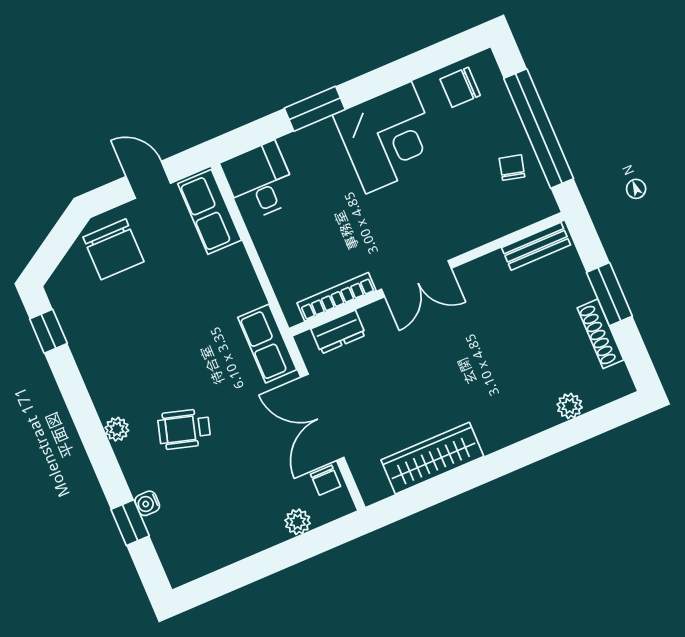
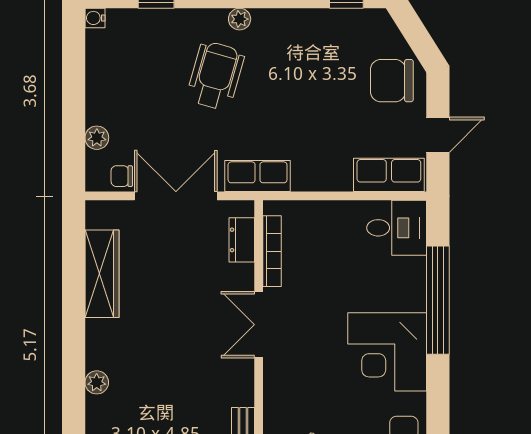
window: (315, 109) -> (438, 300), width x2.11
plant: (570, 406) -> (97, 382), moved
wheelchair: (184, 429) -> (215, 76), width x1.36, depth x1.37
water cooler: (147, 503) -> (95, 18), moved, turned -90

